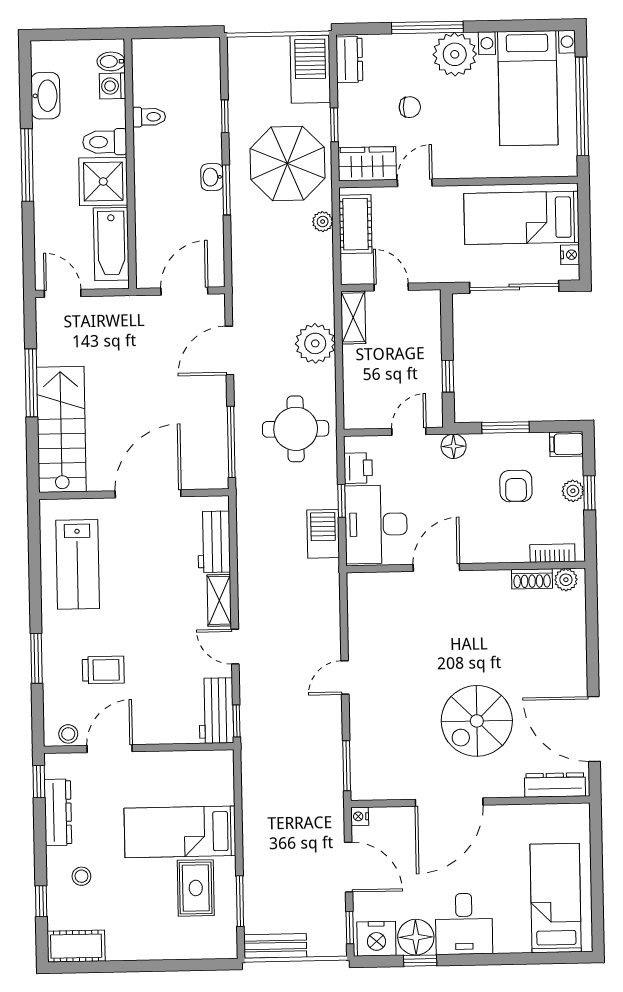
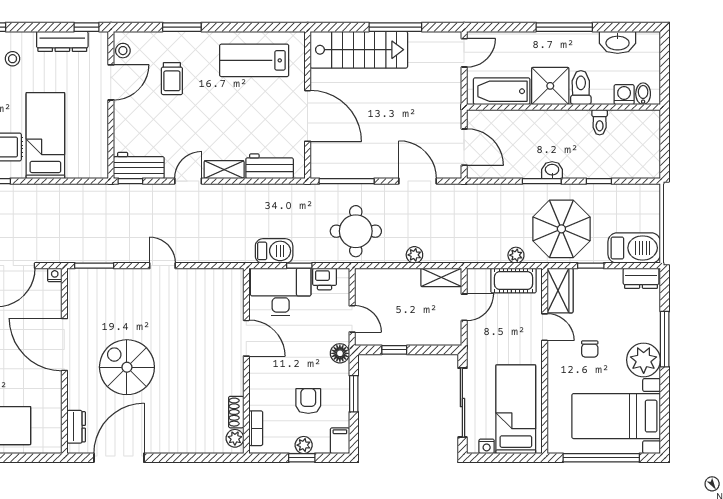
chair: (410, 107) -> (590, 349), moved
plant: (315, 343) -> (414, 255), width x0.53, depth x0.53
armchair: (516, 486) -> (308, 401), turned 90
door: (110, 749) -> (111, 82), hinge flipped
dresser: (555, 785) -> (76, 427), width x0.70

